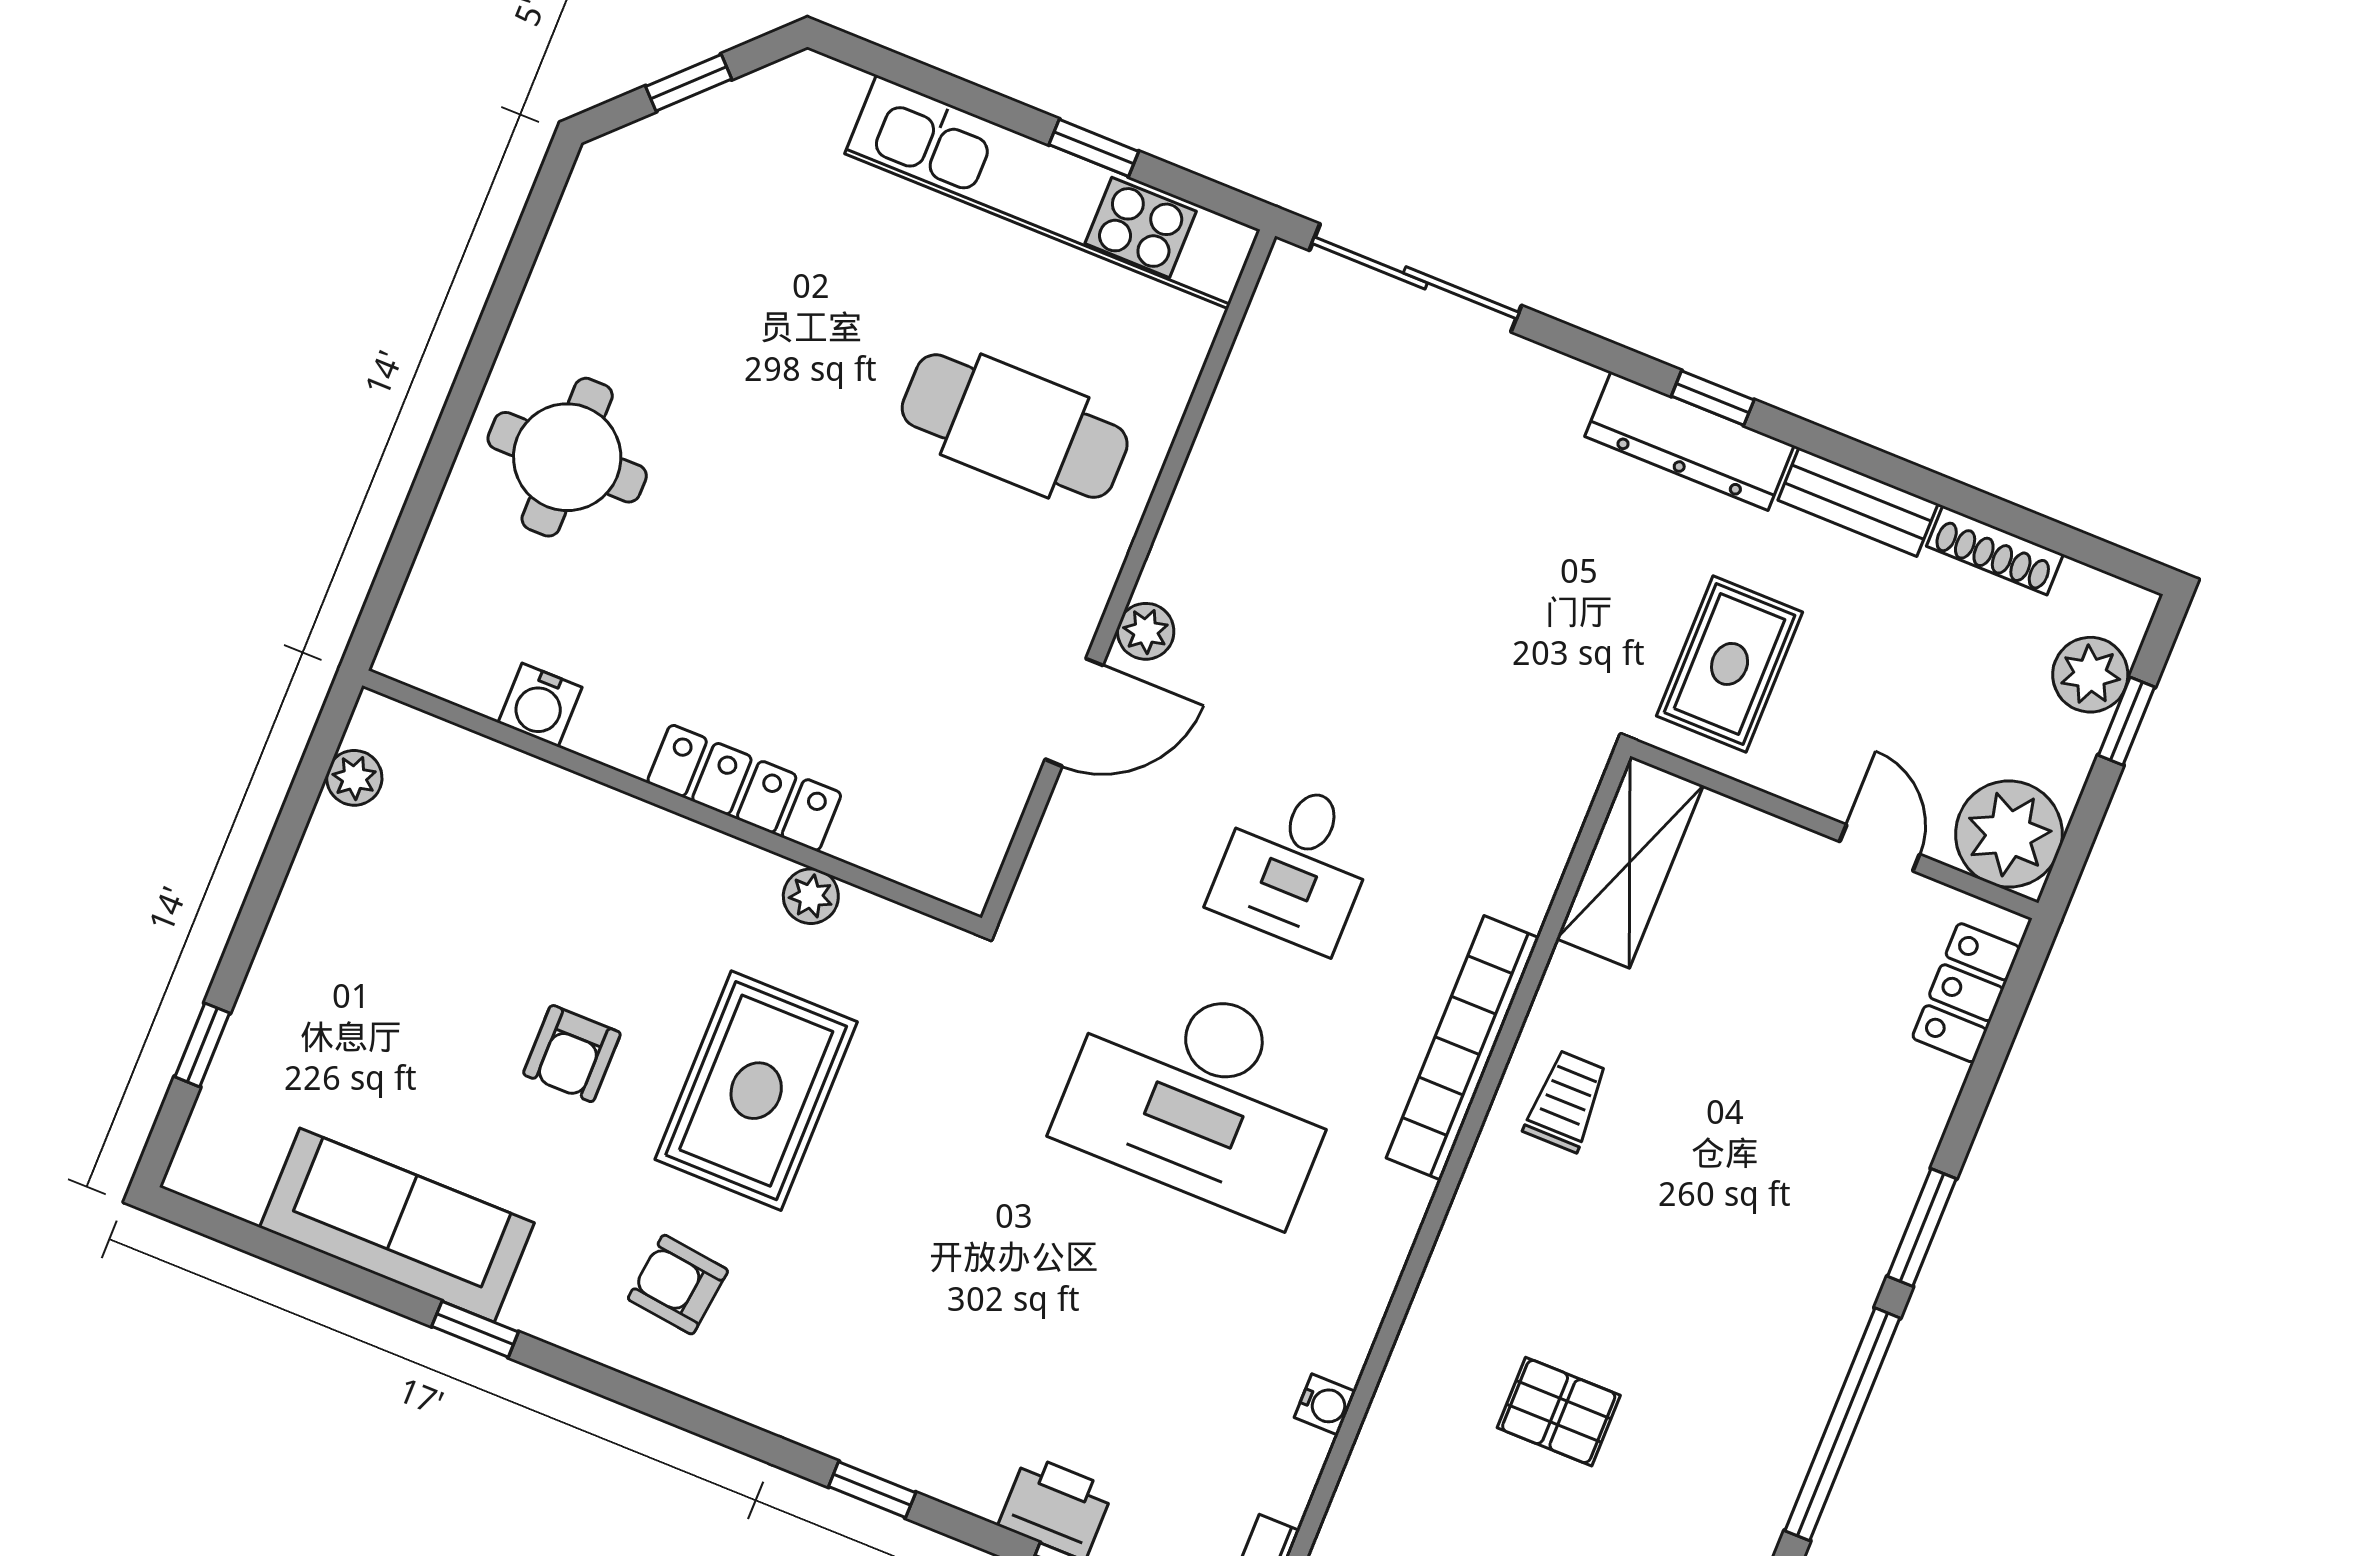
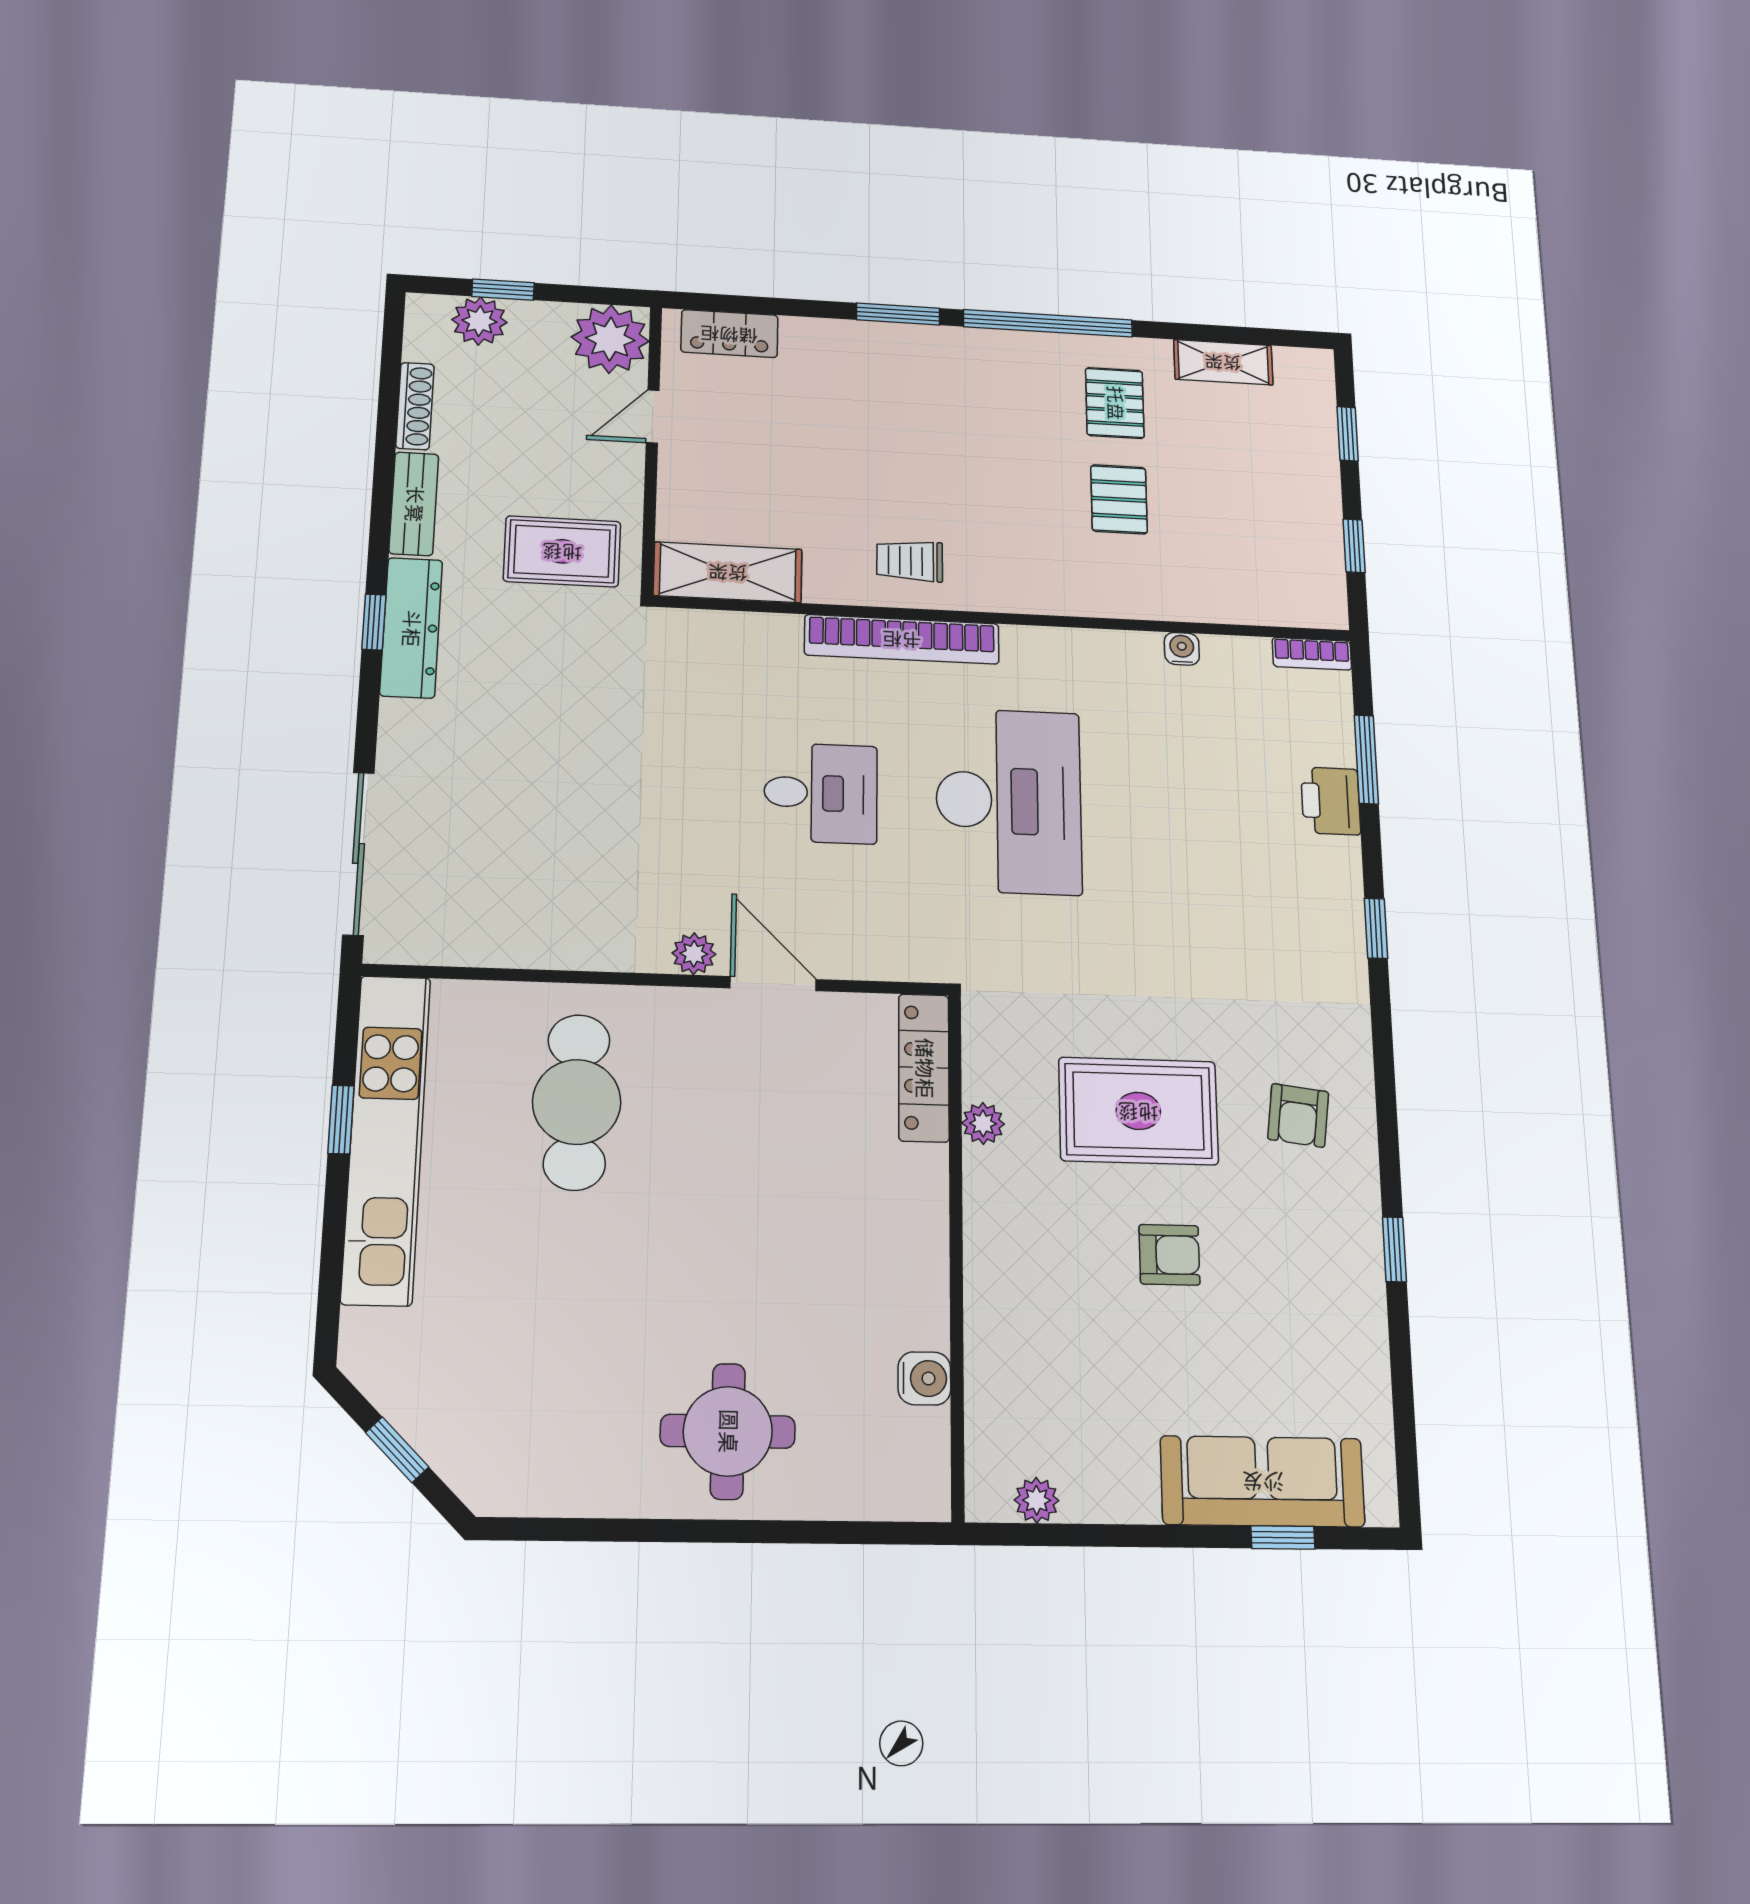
locker: (744, 788) -> (924, 1068), moved
sofa: (397, 1225) -> (1263, 1481), moved, turned 90
pallet: (1697, 1465) -> (1115, 403), added

